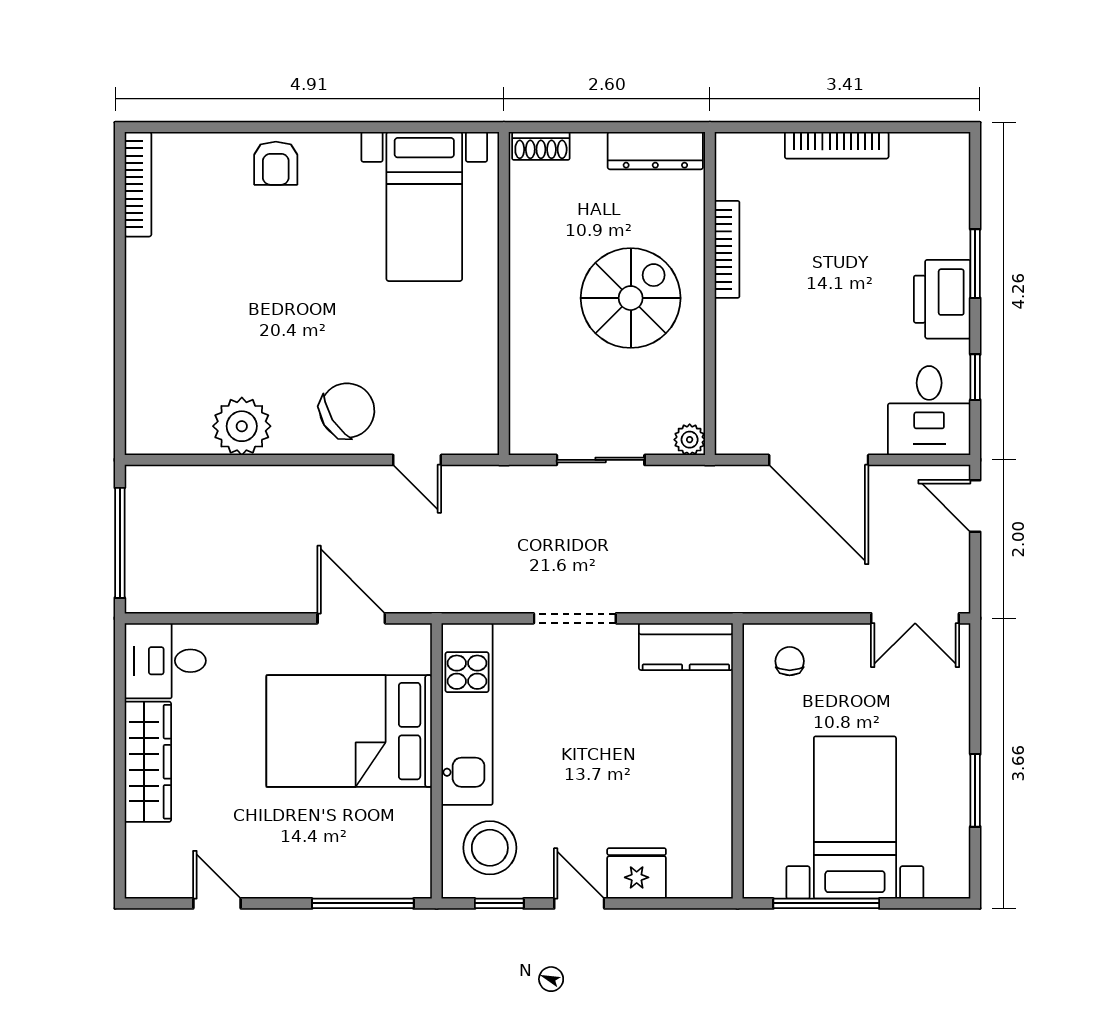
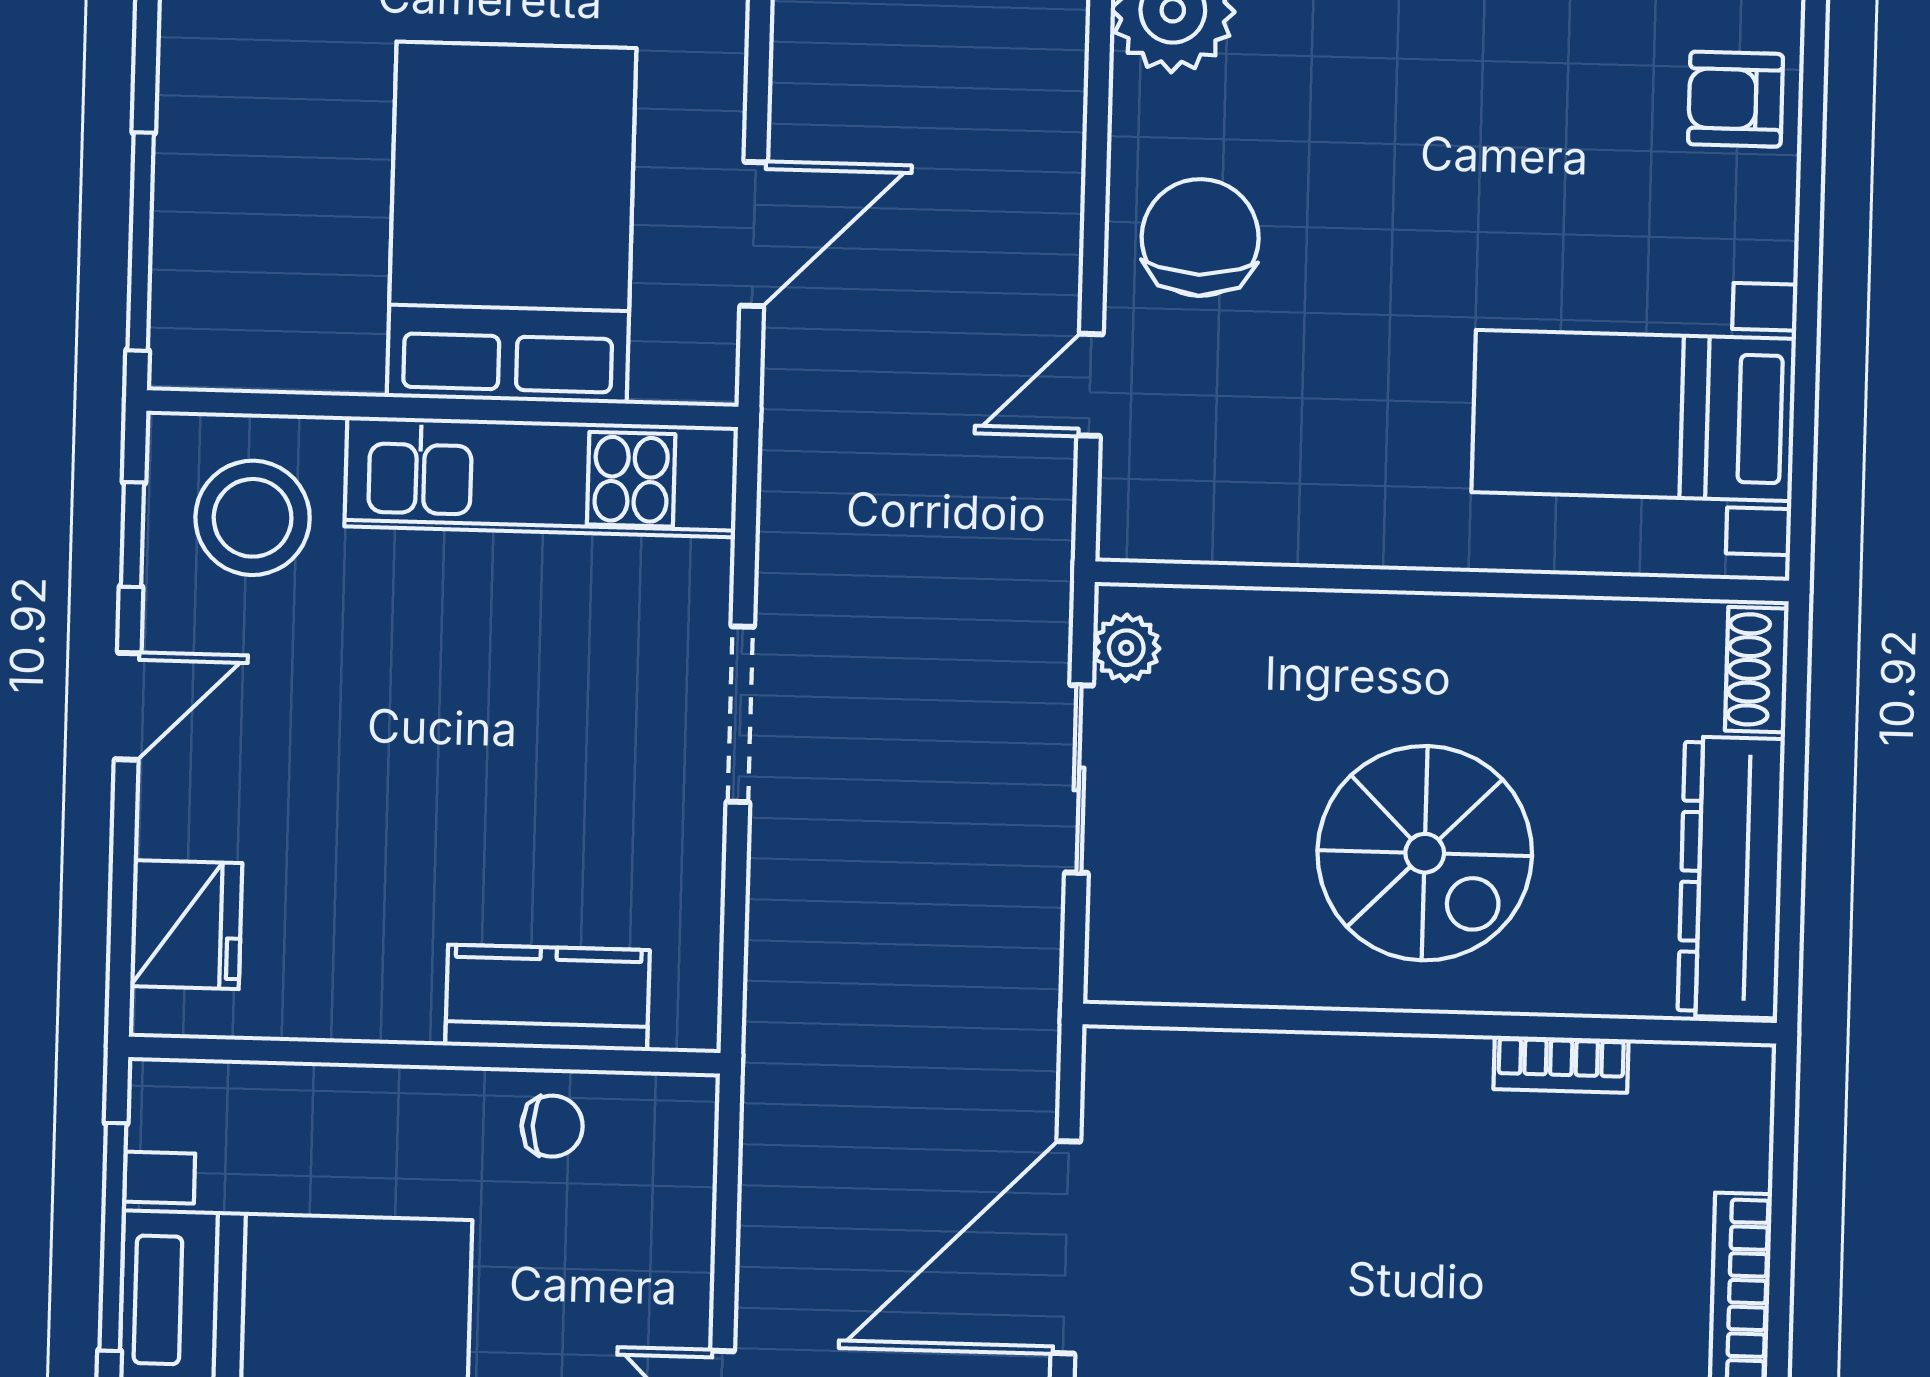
dresser: (655, 151) -> (1731, 877), width x1.37, depth x1.24
bookcase: (727, 249) -> (1561, 1064), width x0.64
chair: (347, 411) -> (1200, 238), turned -148
plant: (690, 440) -> (1126, 648), moved
kitchen counter: (686, 647) -> (548, 998), moved, turned 90
chair: (790, 661) -> (552, 1126), moved
fridge: (637, 873) -> (186, 925), moved

